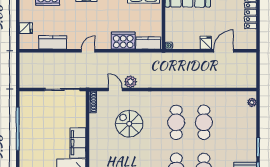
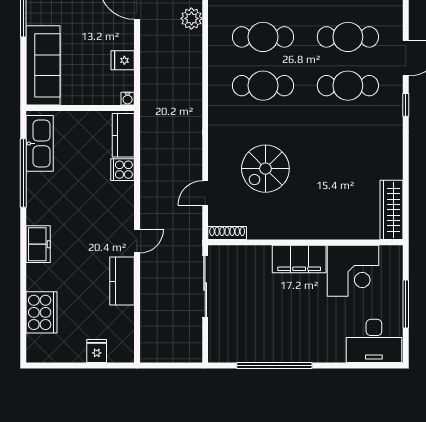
cooker: (123, 41) -> (122, 170), width x0.53, depth x0.76
kitchen counter: (53, 42) -> (122, 281), moved
fridge: (206, 43) -> (123, 60), moved
door: (88, 51) -> (137, 241), swing flipped
plant: (130, 82) -> (191, 18), moved

